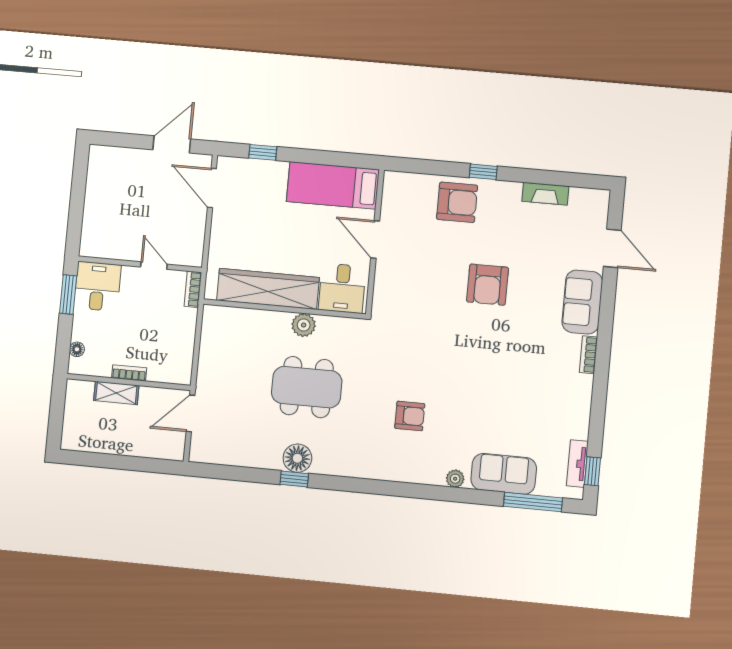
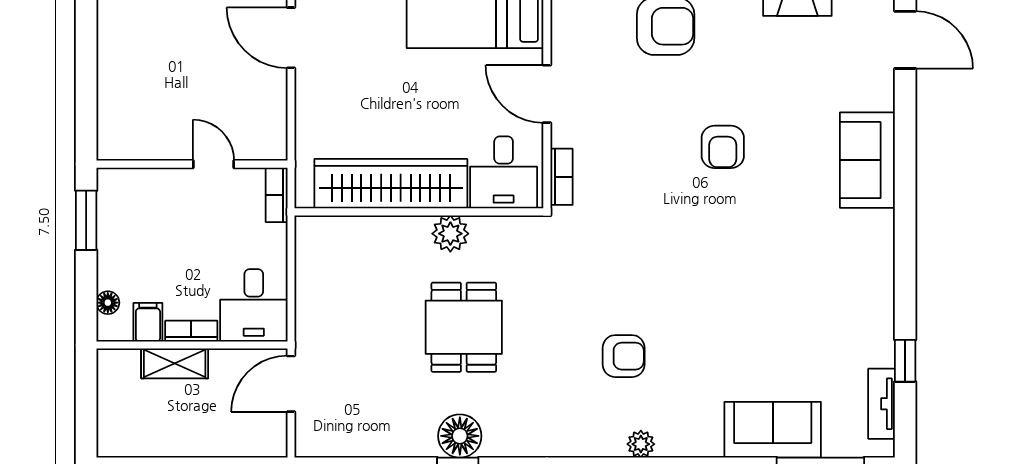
door: (612, 248) -> (905, 40), moved
armchair: (488, 285) -> (723, 147), width x0.72, depth x0.72
desk: (97, 286) -> (254, 305), moved, turned 180
bookcase: (588, 355) -> (562, 177), moved, turned 180
filing cabinet: (102, 364) -> (148, 322), added
dining table: (307, 387) -> (464, 327), width x0.73
window: (593, 471) -> (905, 361), moved
plant: (455, 479) -> (641, 444), moved

